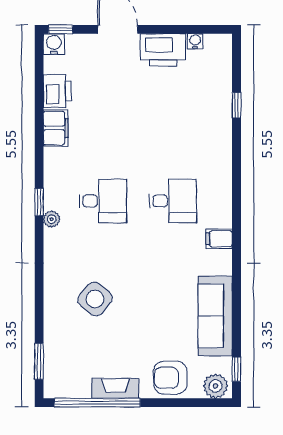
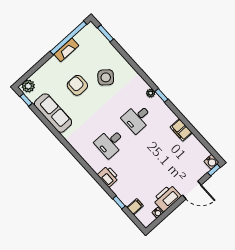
printer: (57, 91) -> (108, 176), moved, turned 180
filing cabinet: (219, 239) -> (135, 207), moved
armchair: (170, 378) -> (77, 85), moved, turned -90

